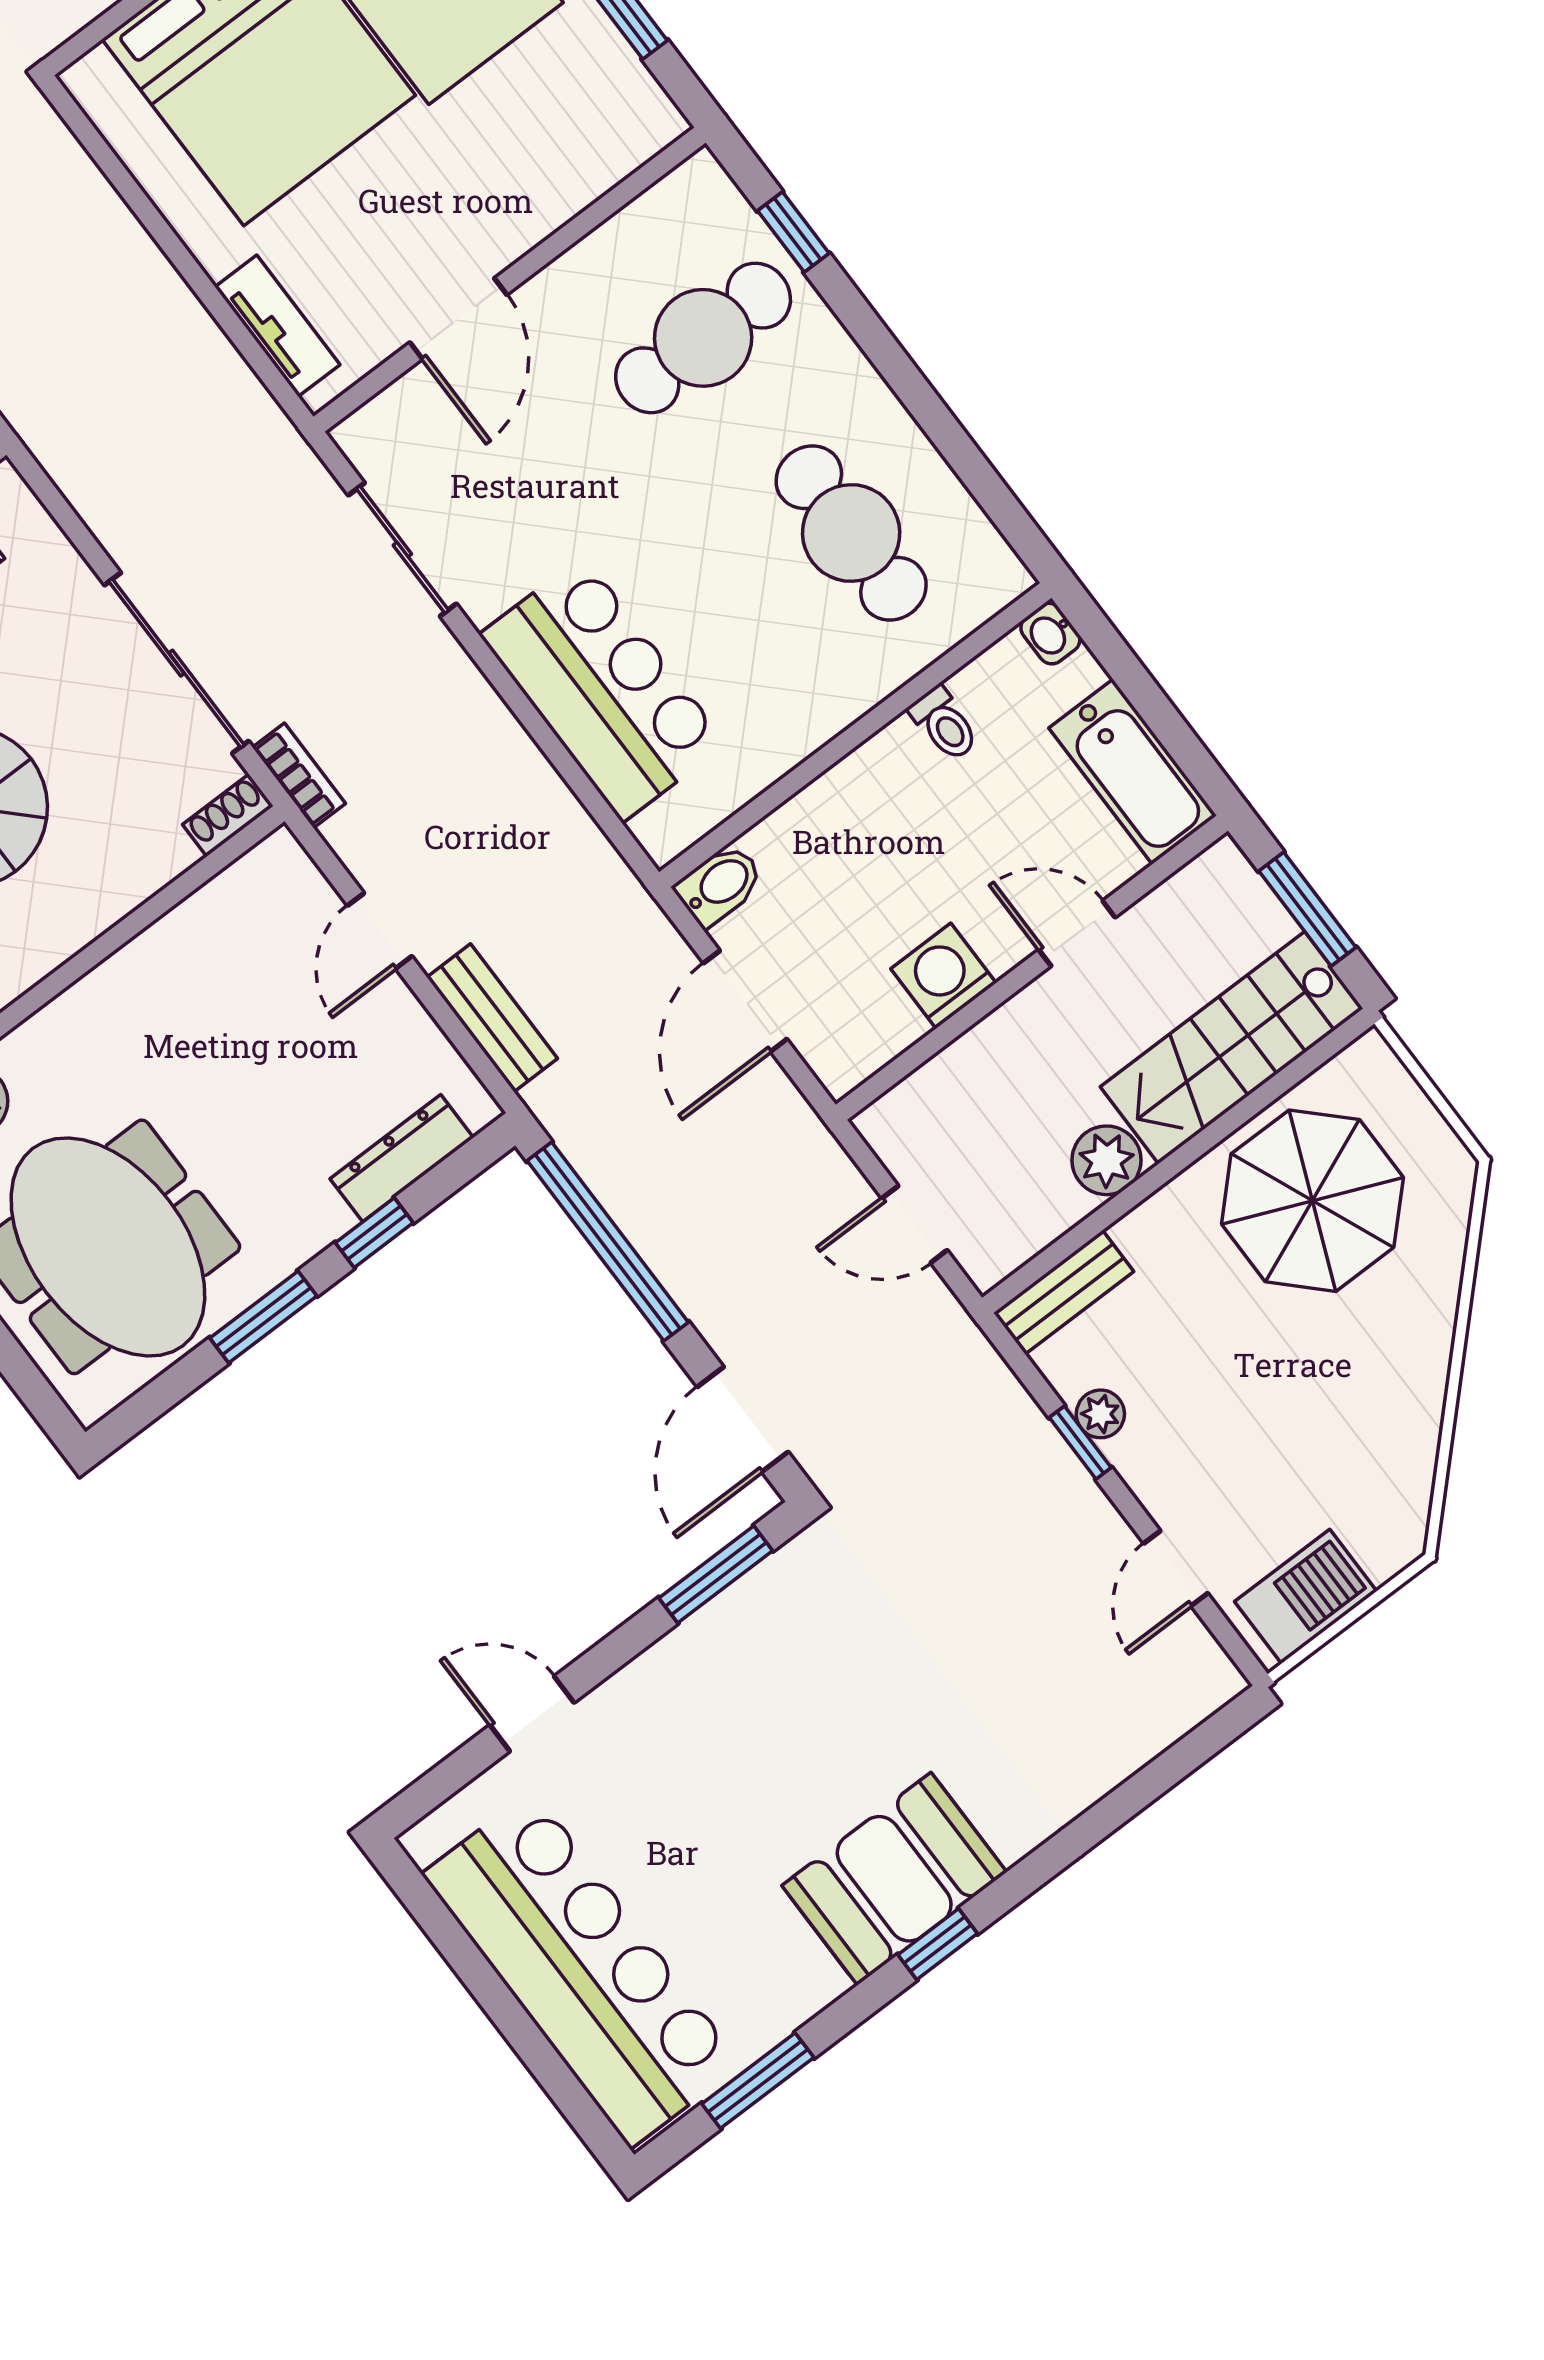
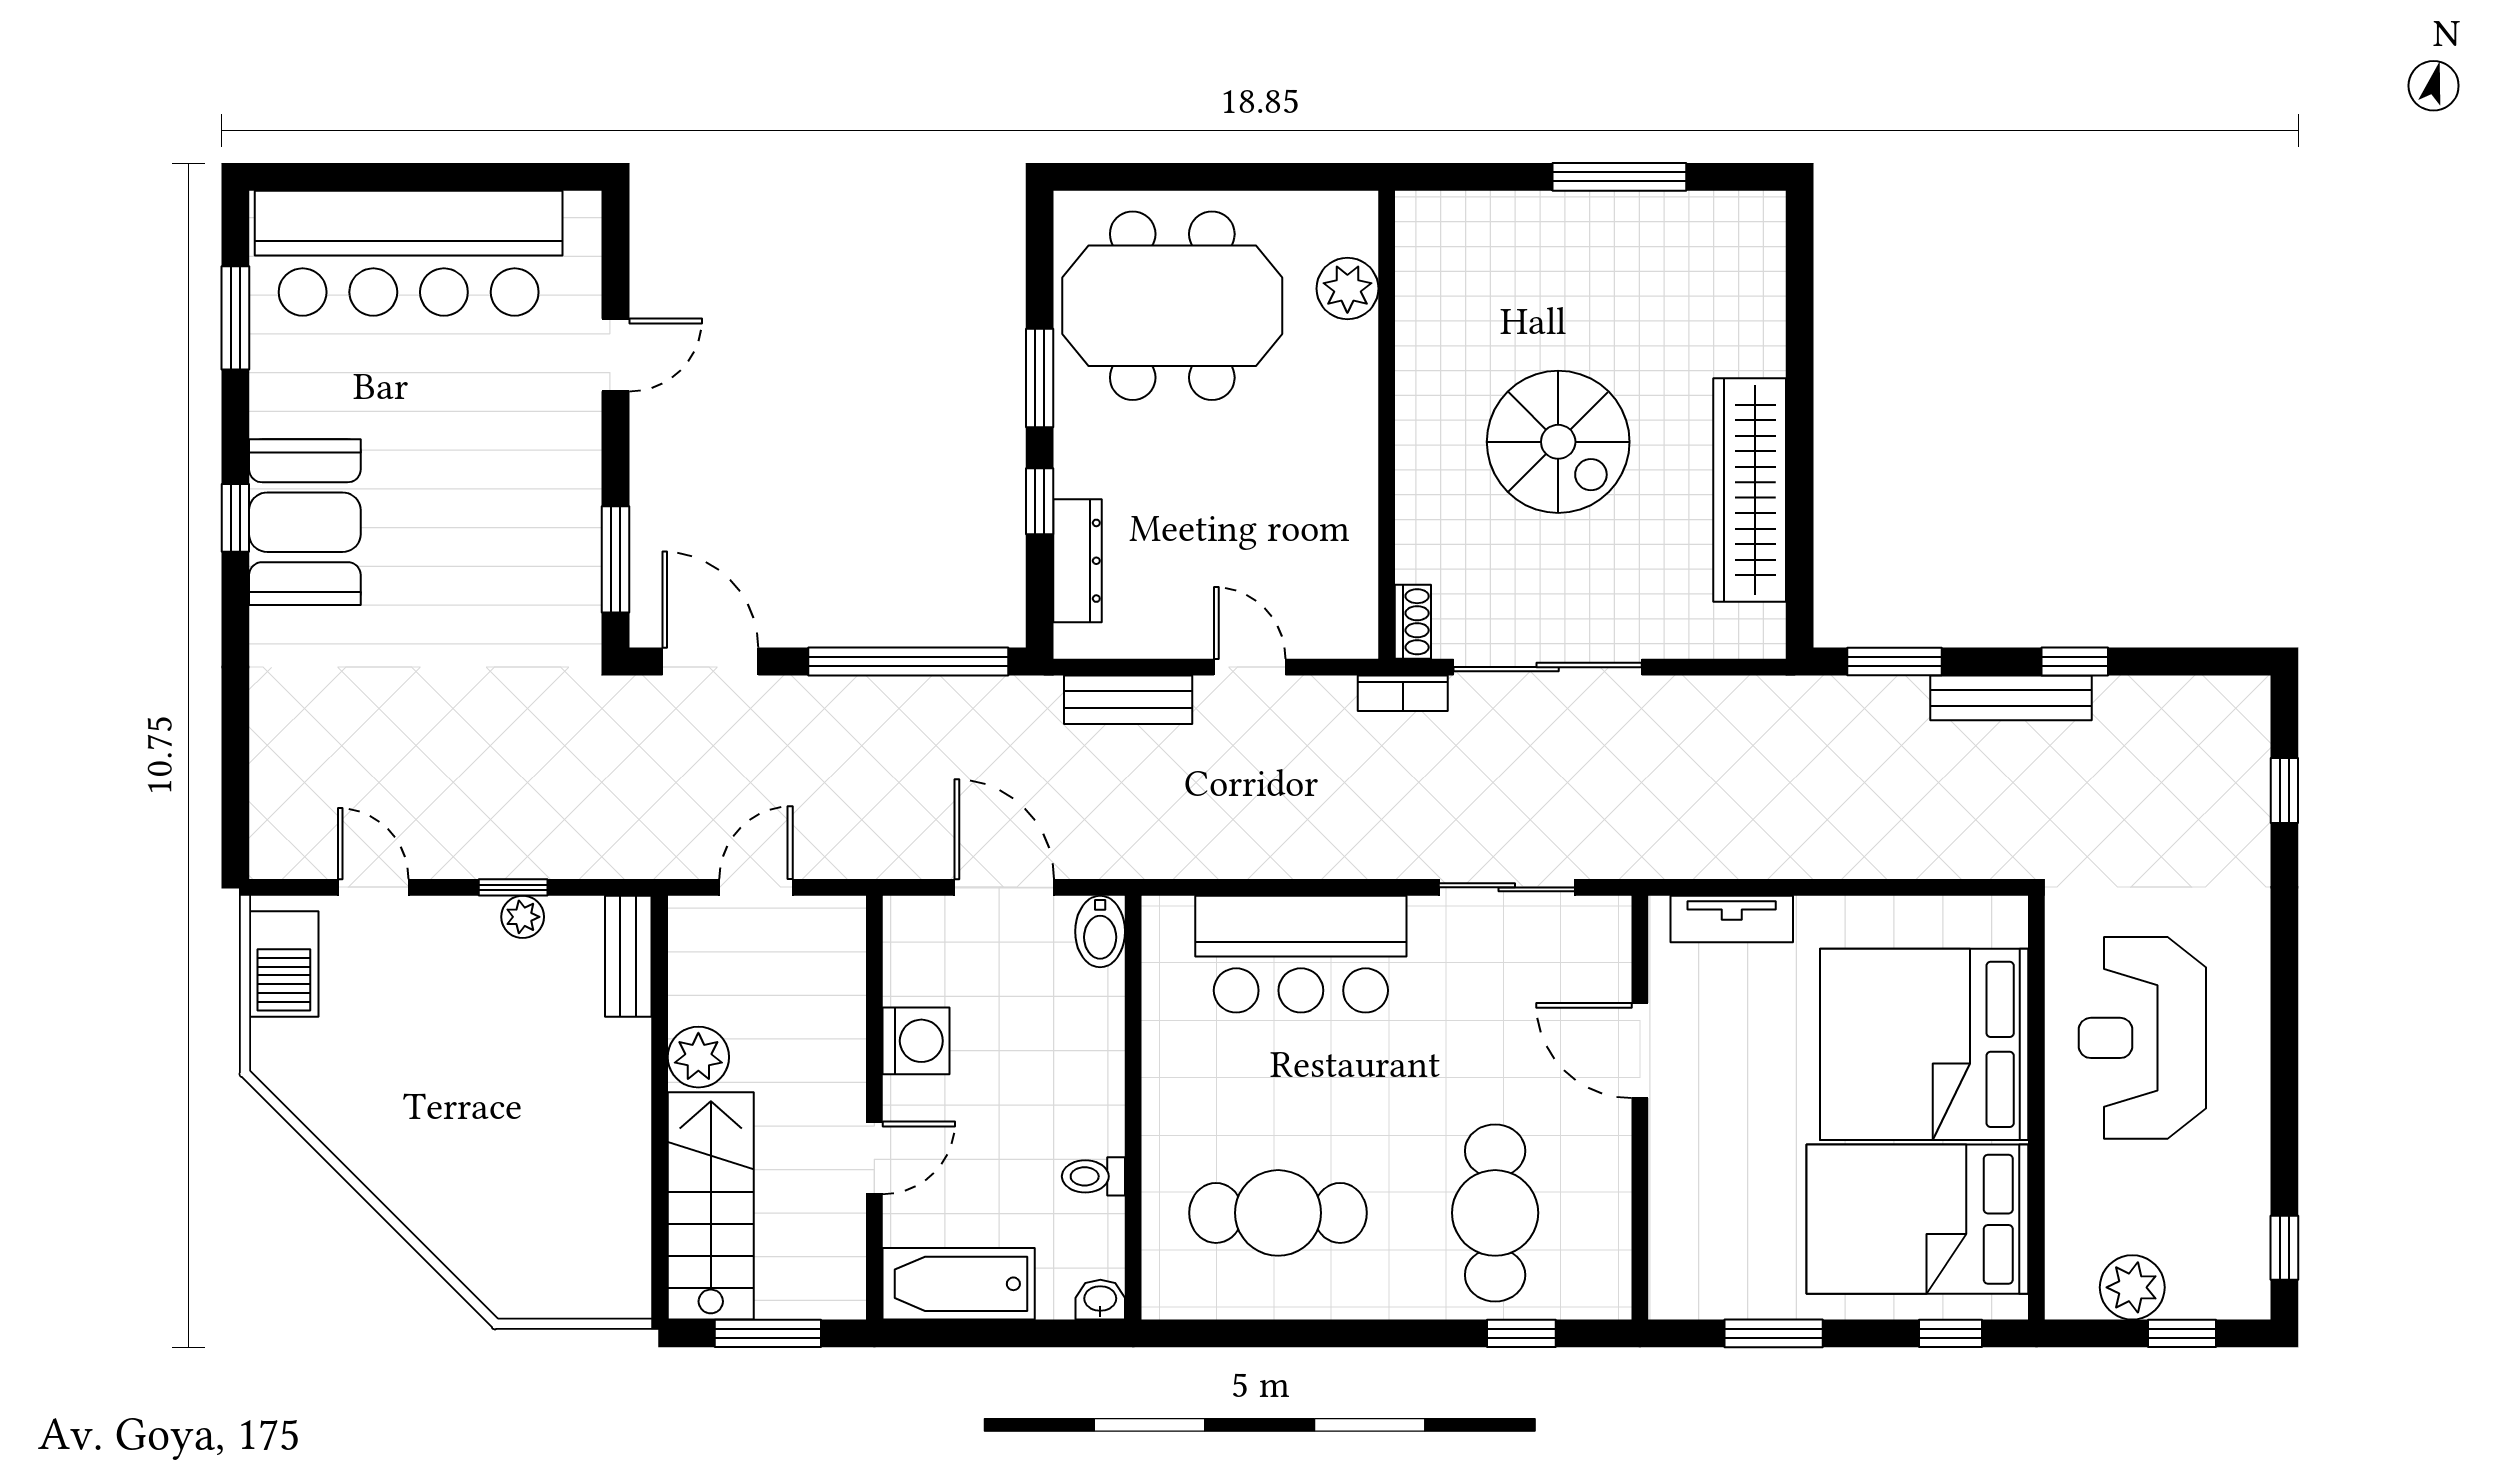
parasol: (1312, 1201) -> (560, 1181), removed

